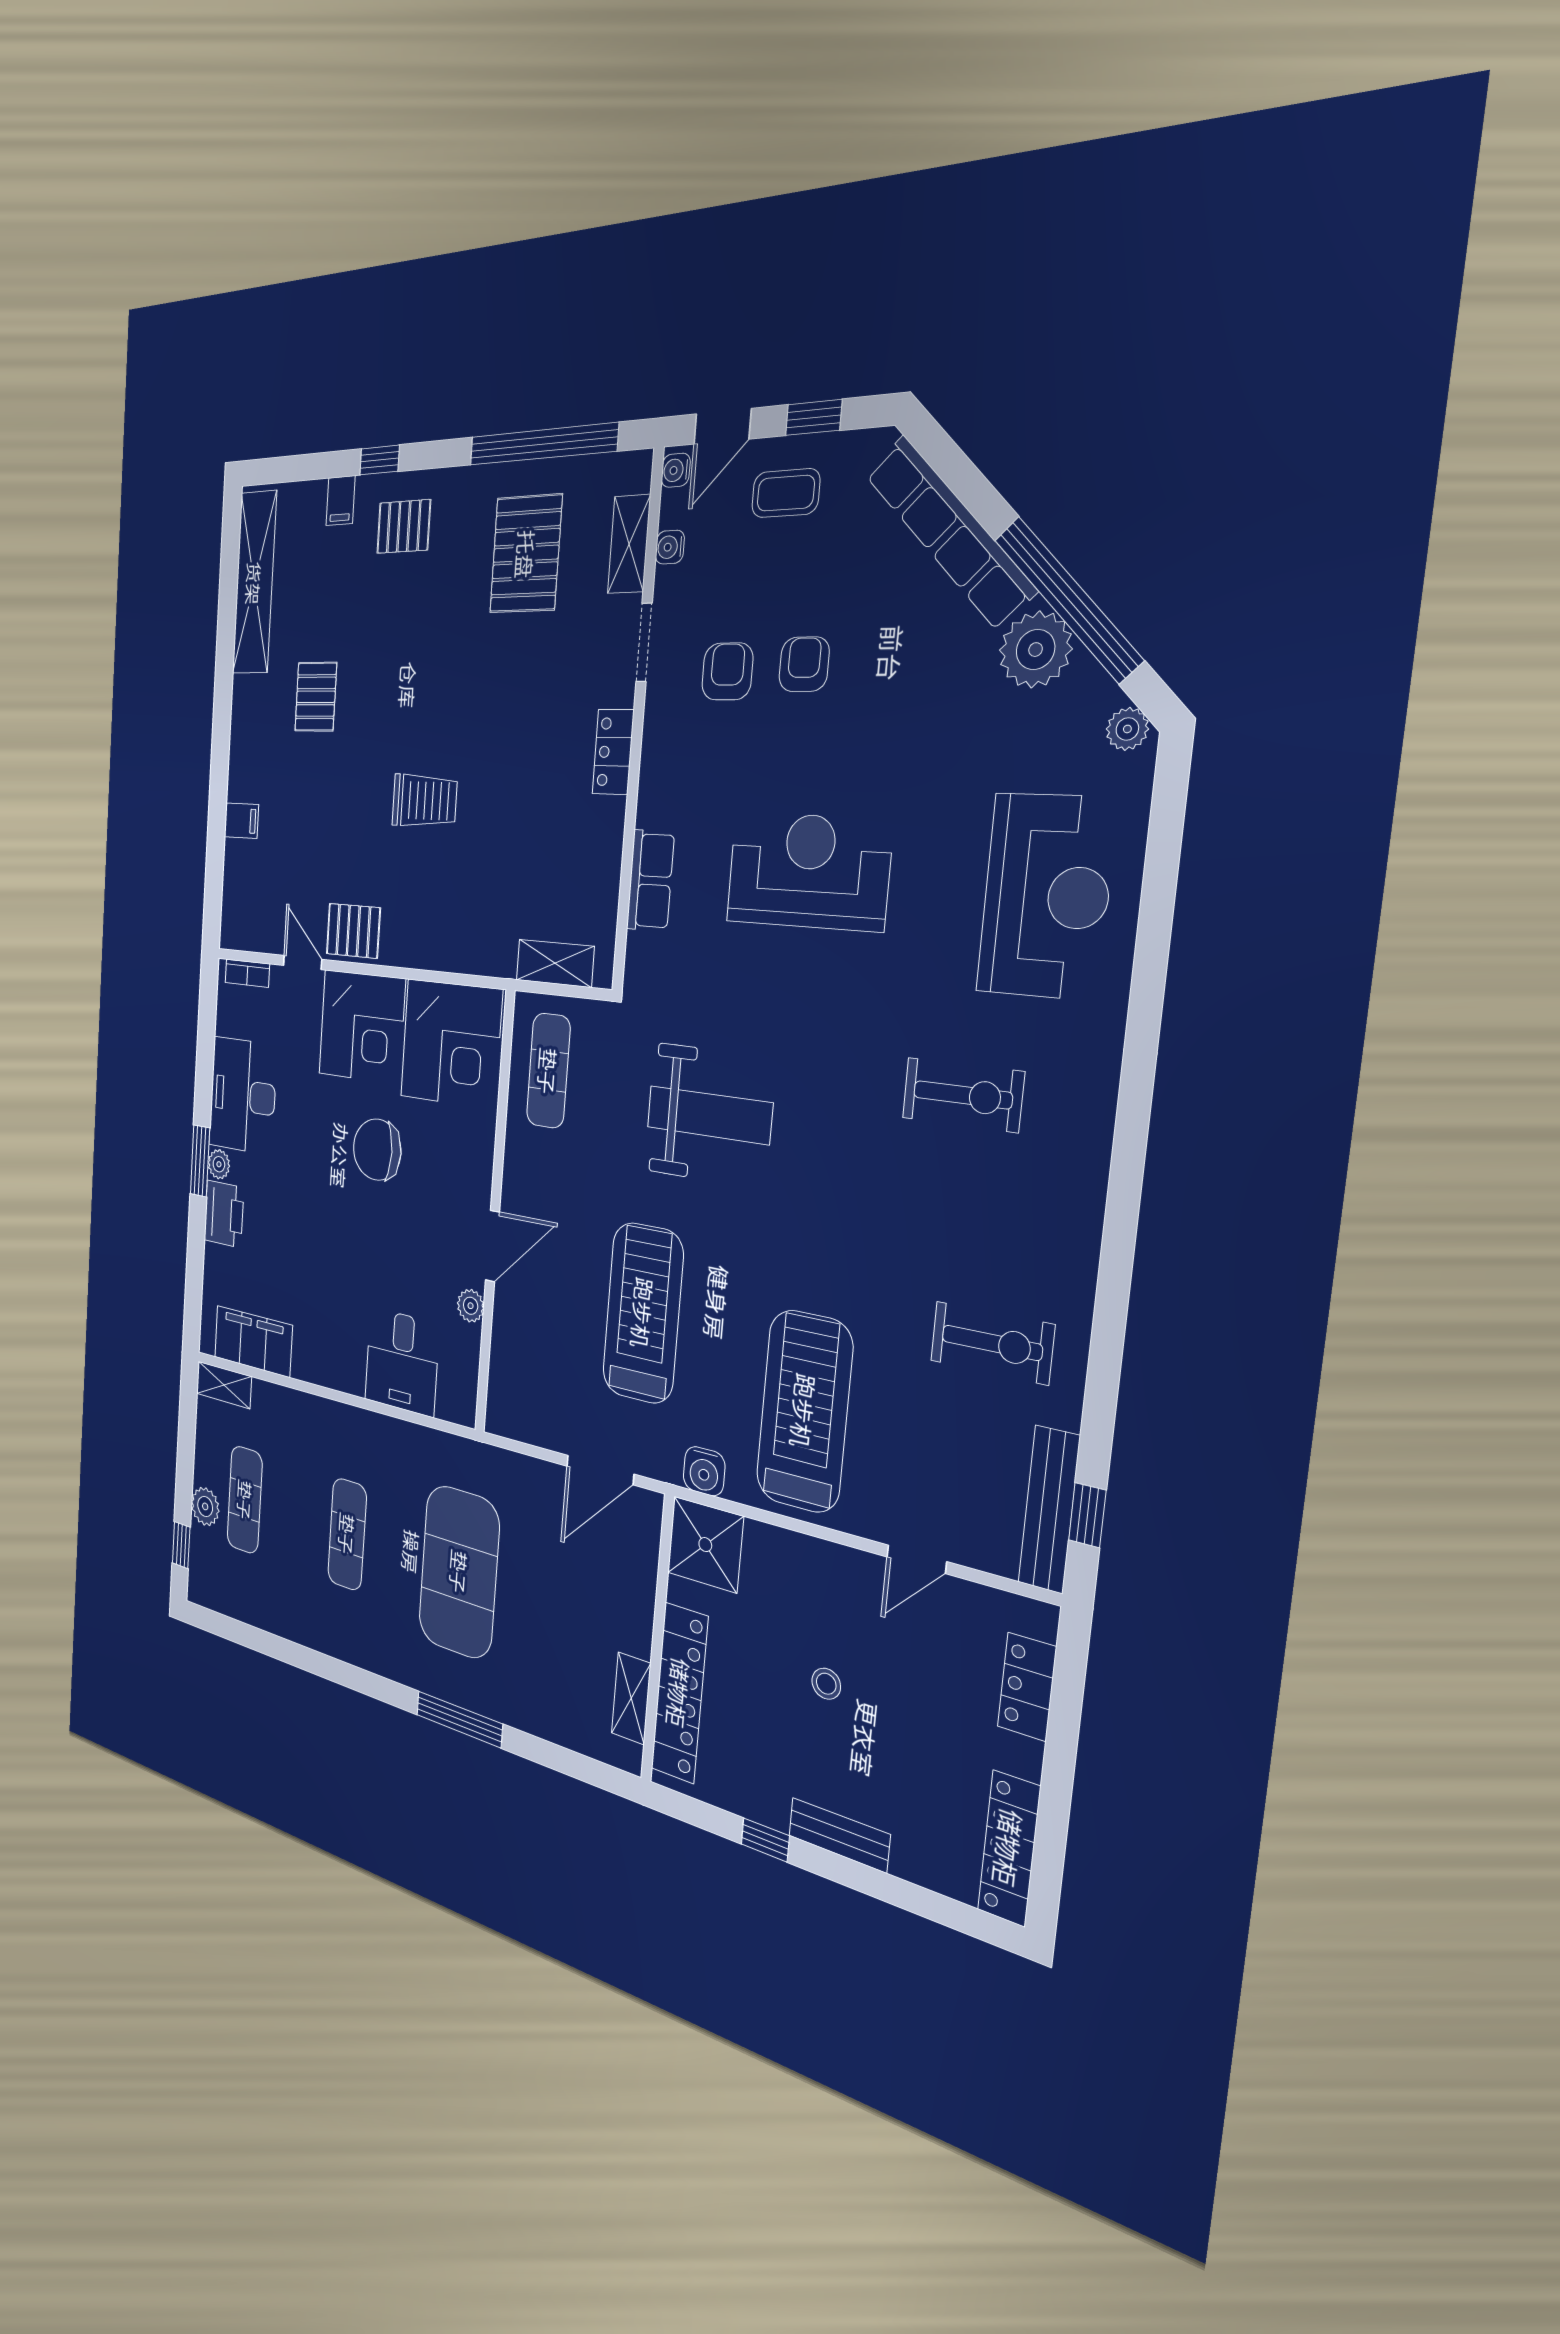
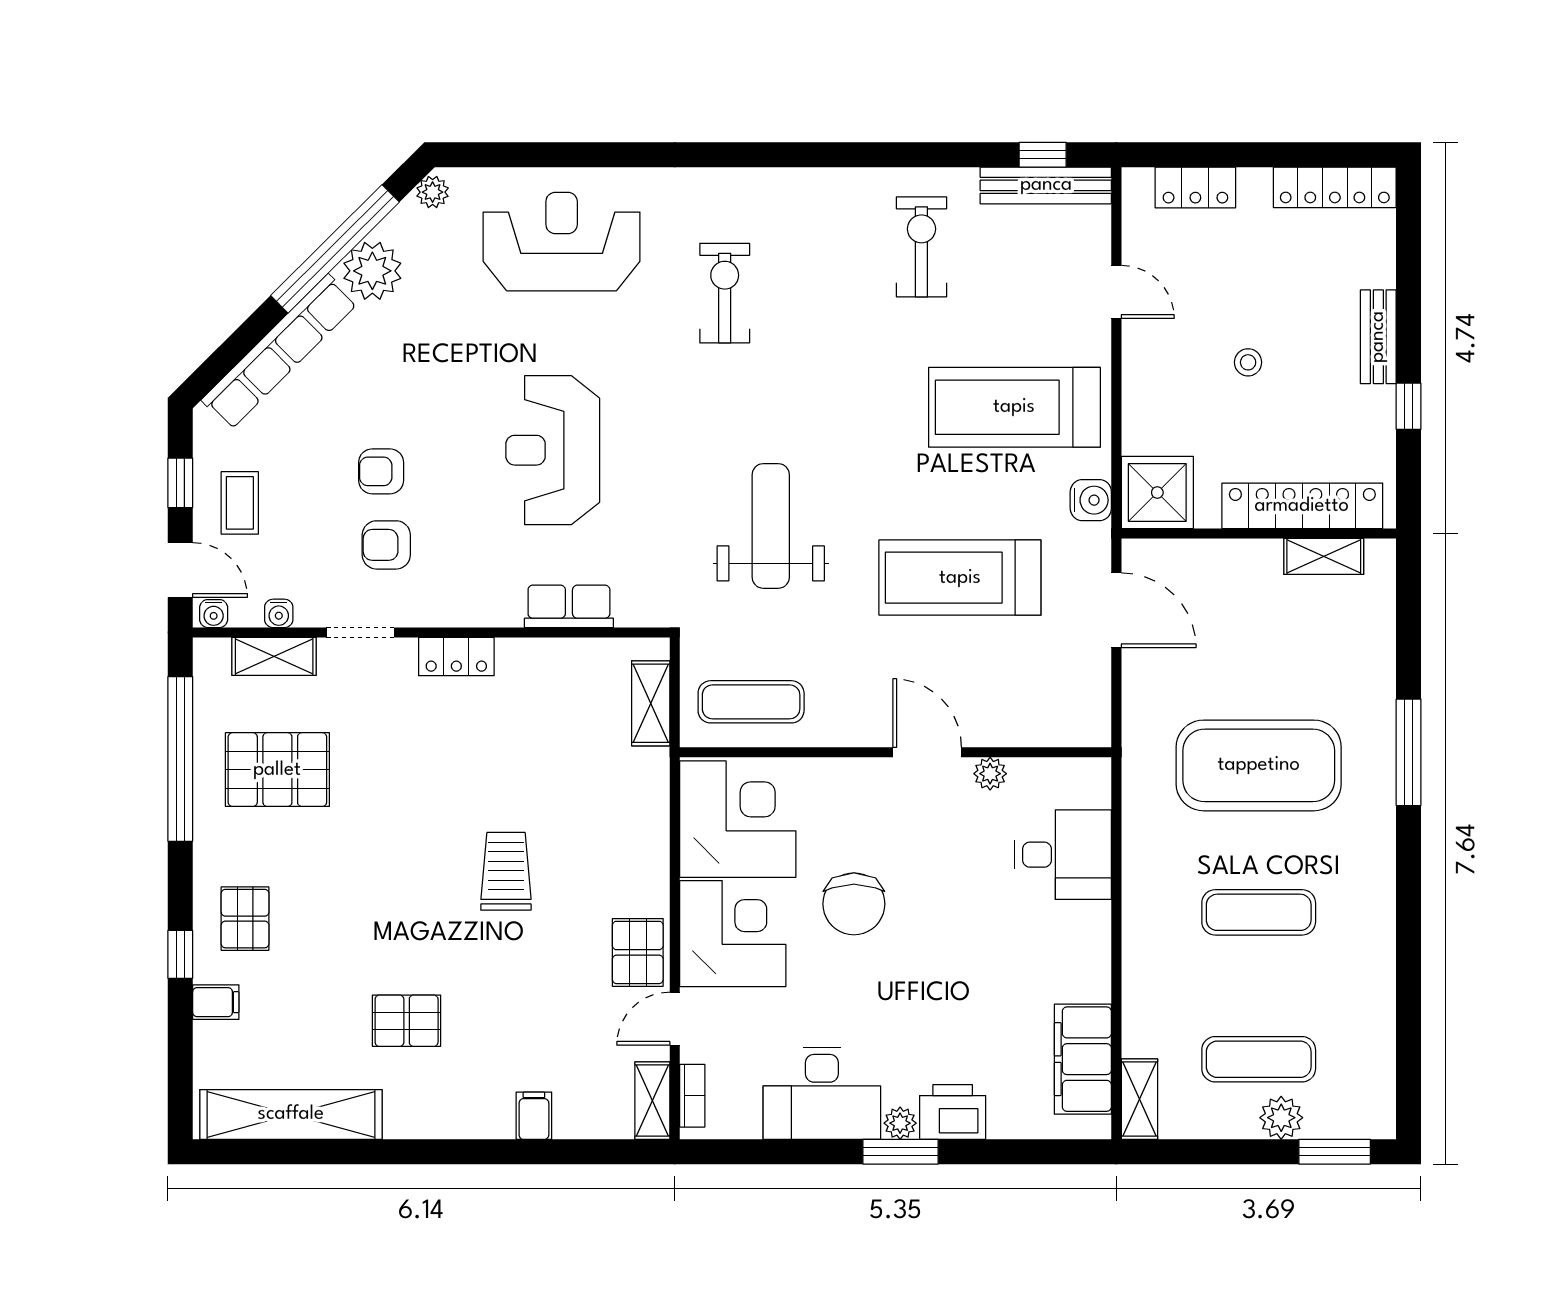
shelving: (246, 935) -> (652, 1101), added
window: (181, 1545) -> (1335, 1152), width x1.50

